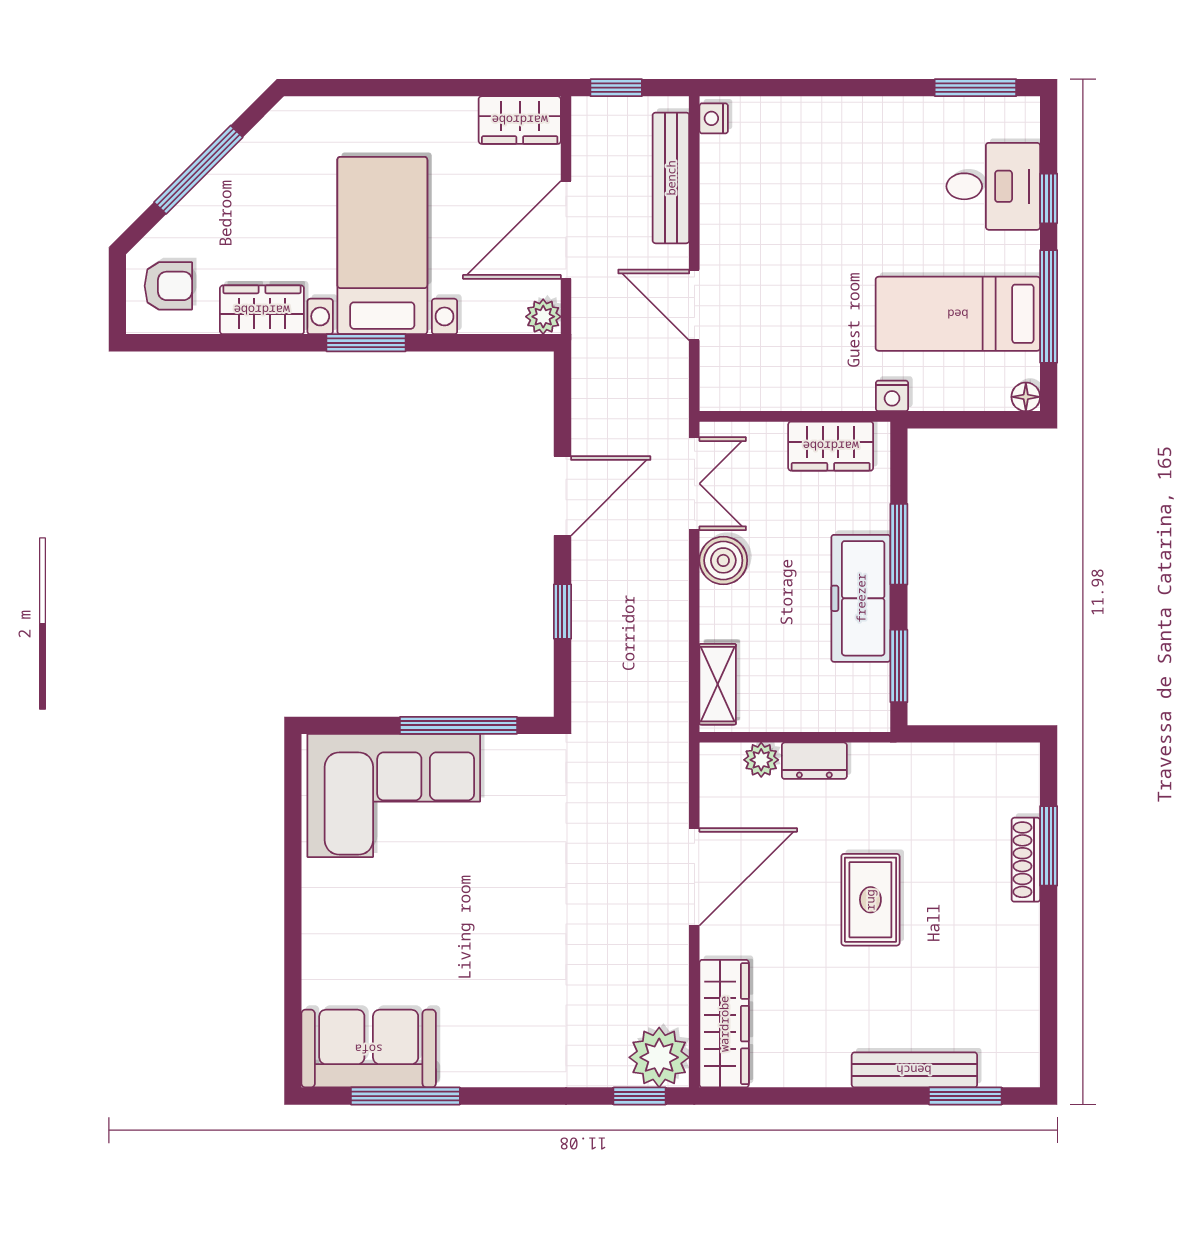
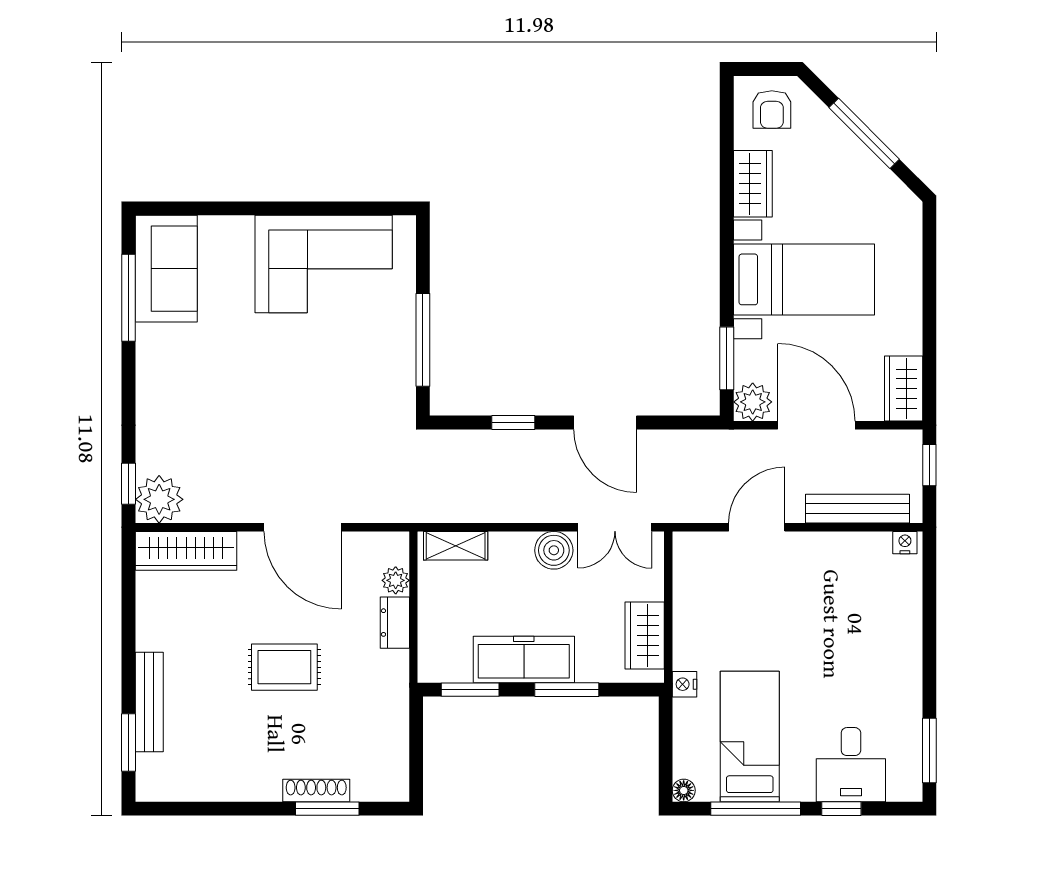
plant: (543, 317) -> (753, 402), width x1.38, depth x1.38
window: (366, 343) -> (727, 358), moved
corner sofa: (394, 796) -> (324, 264), moved, turned -90

